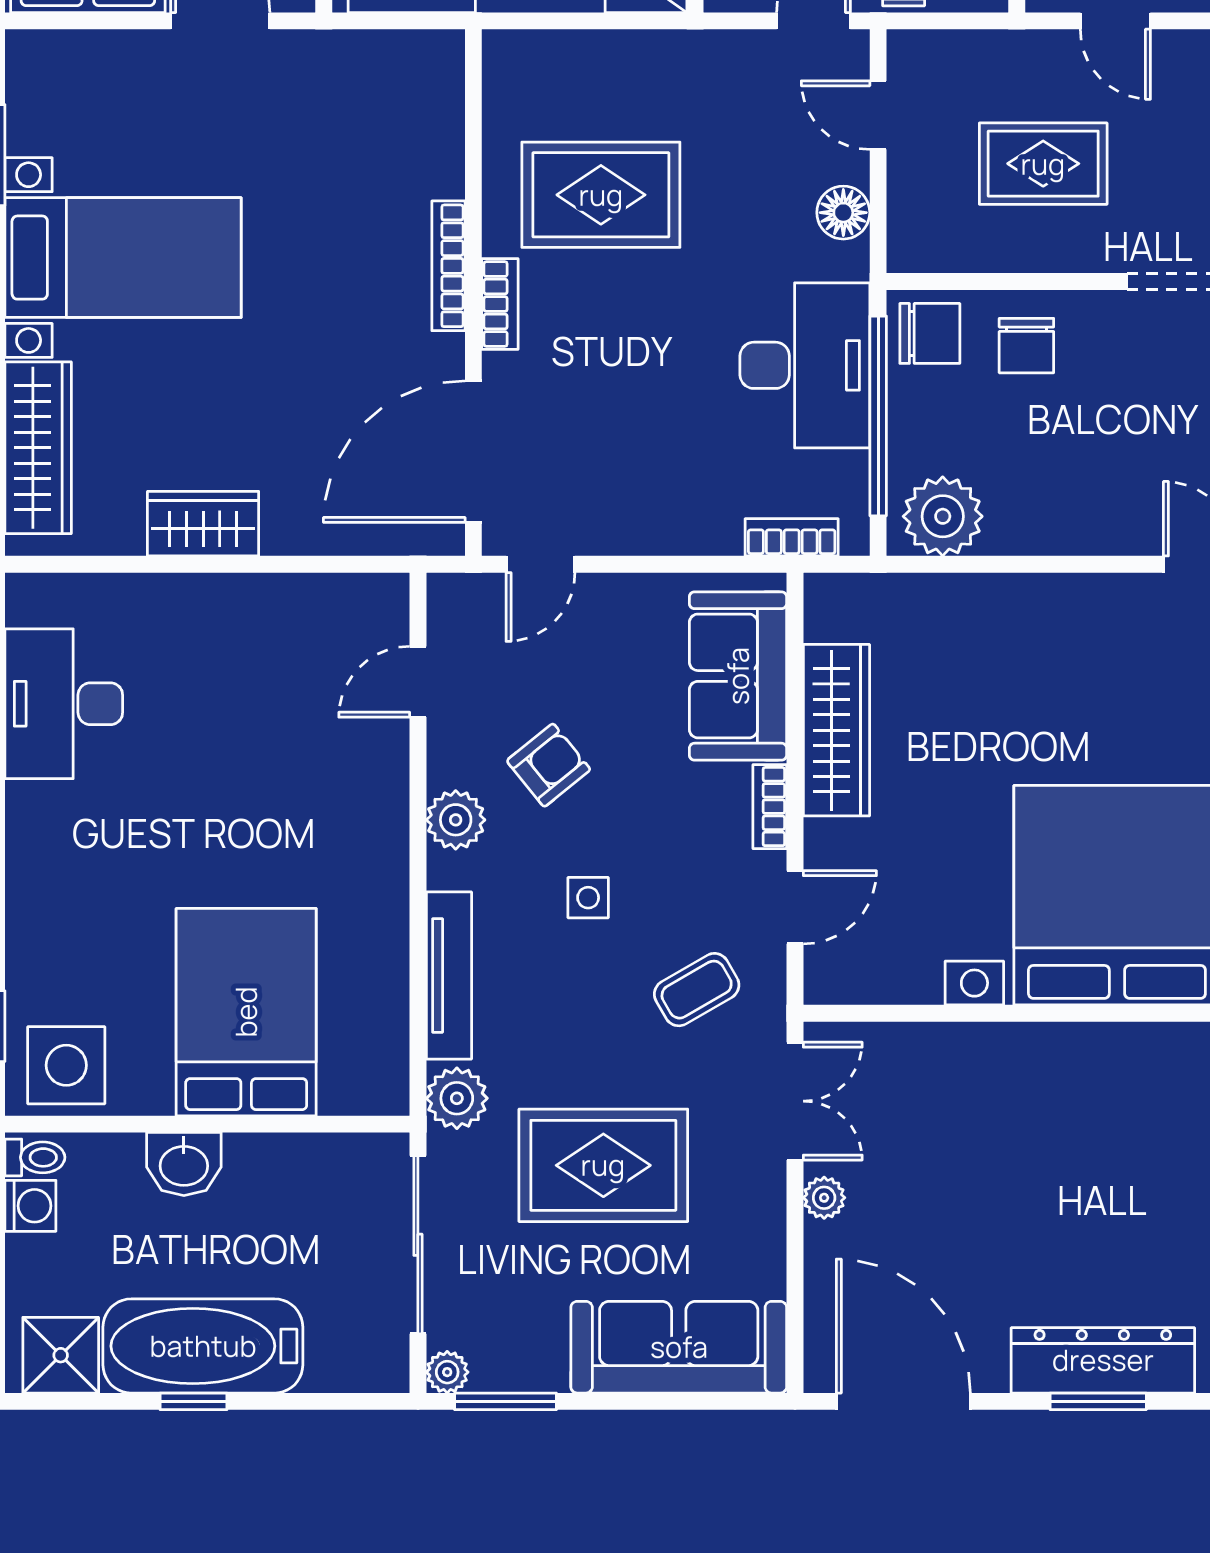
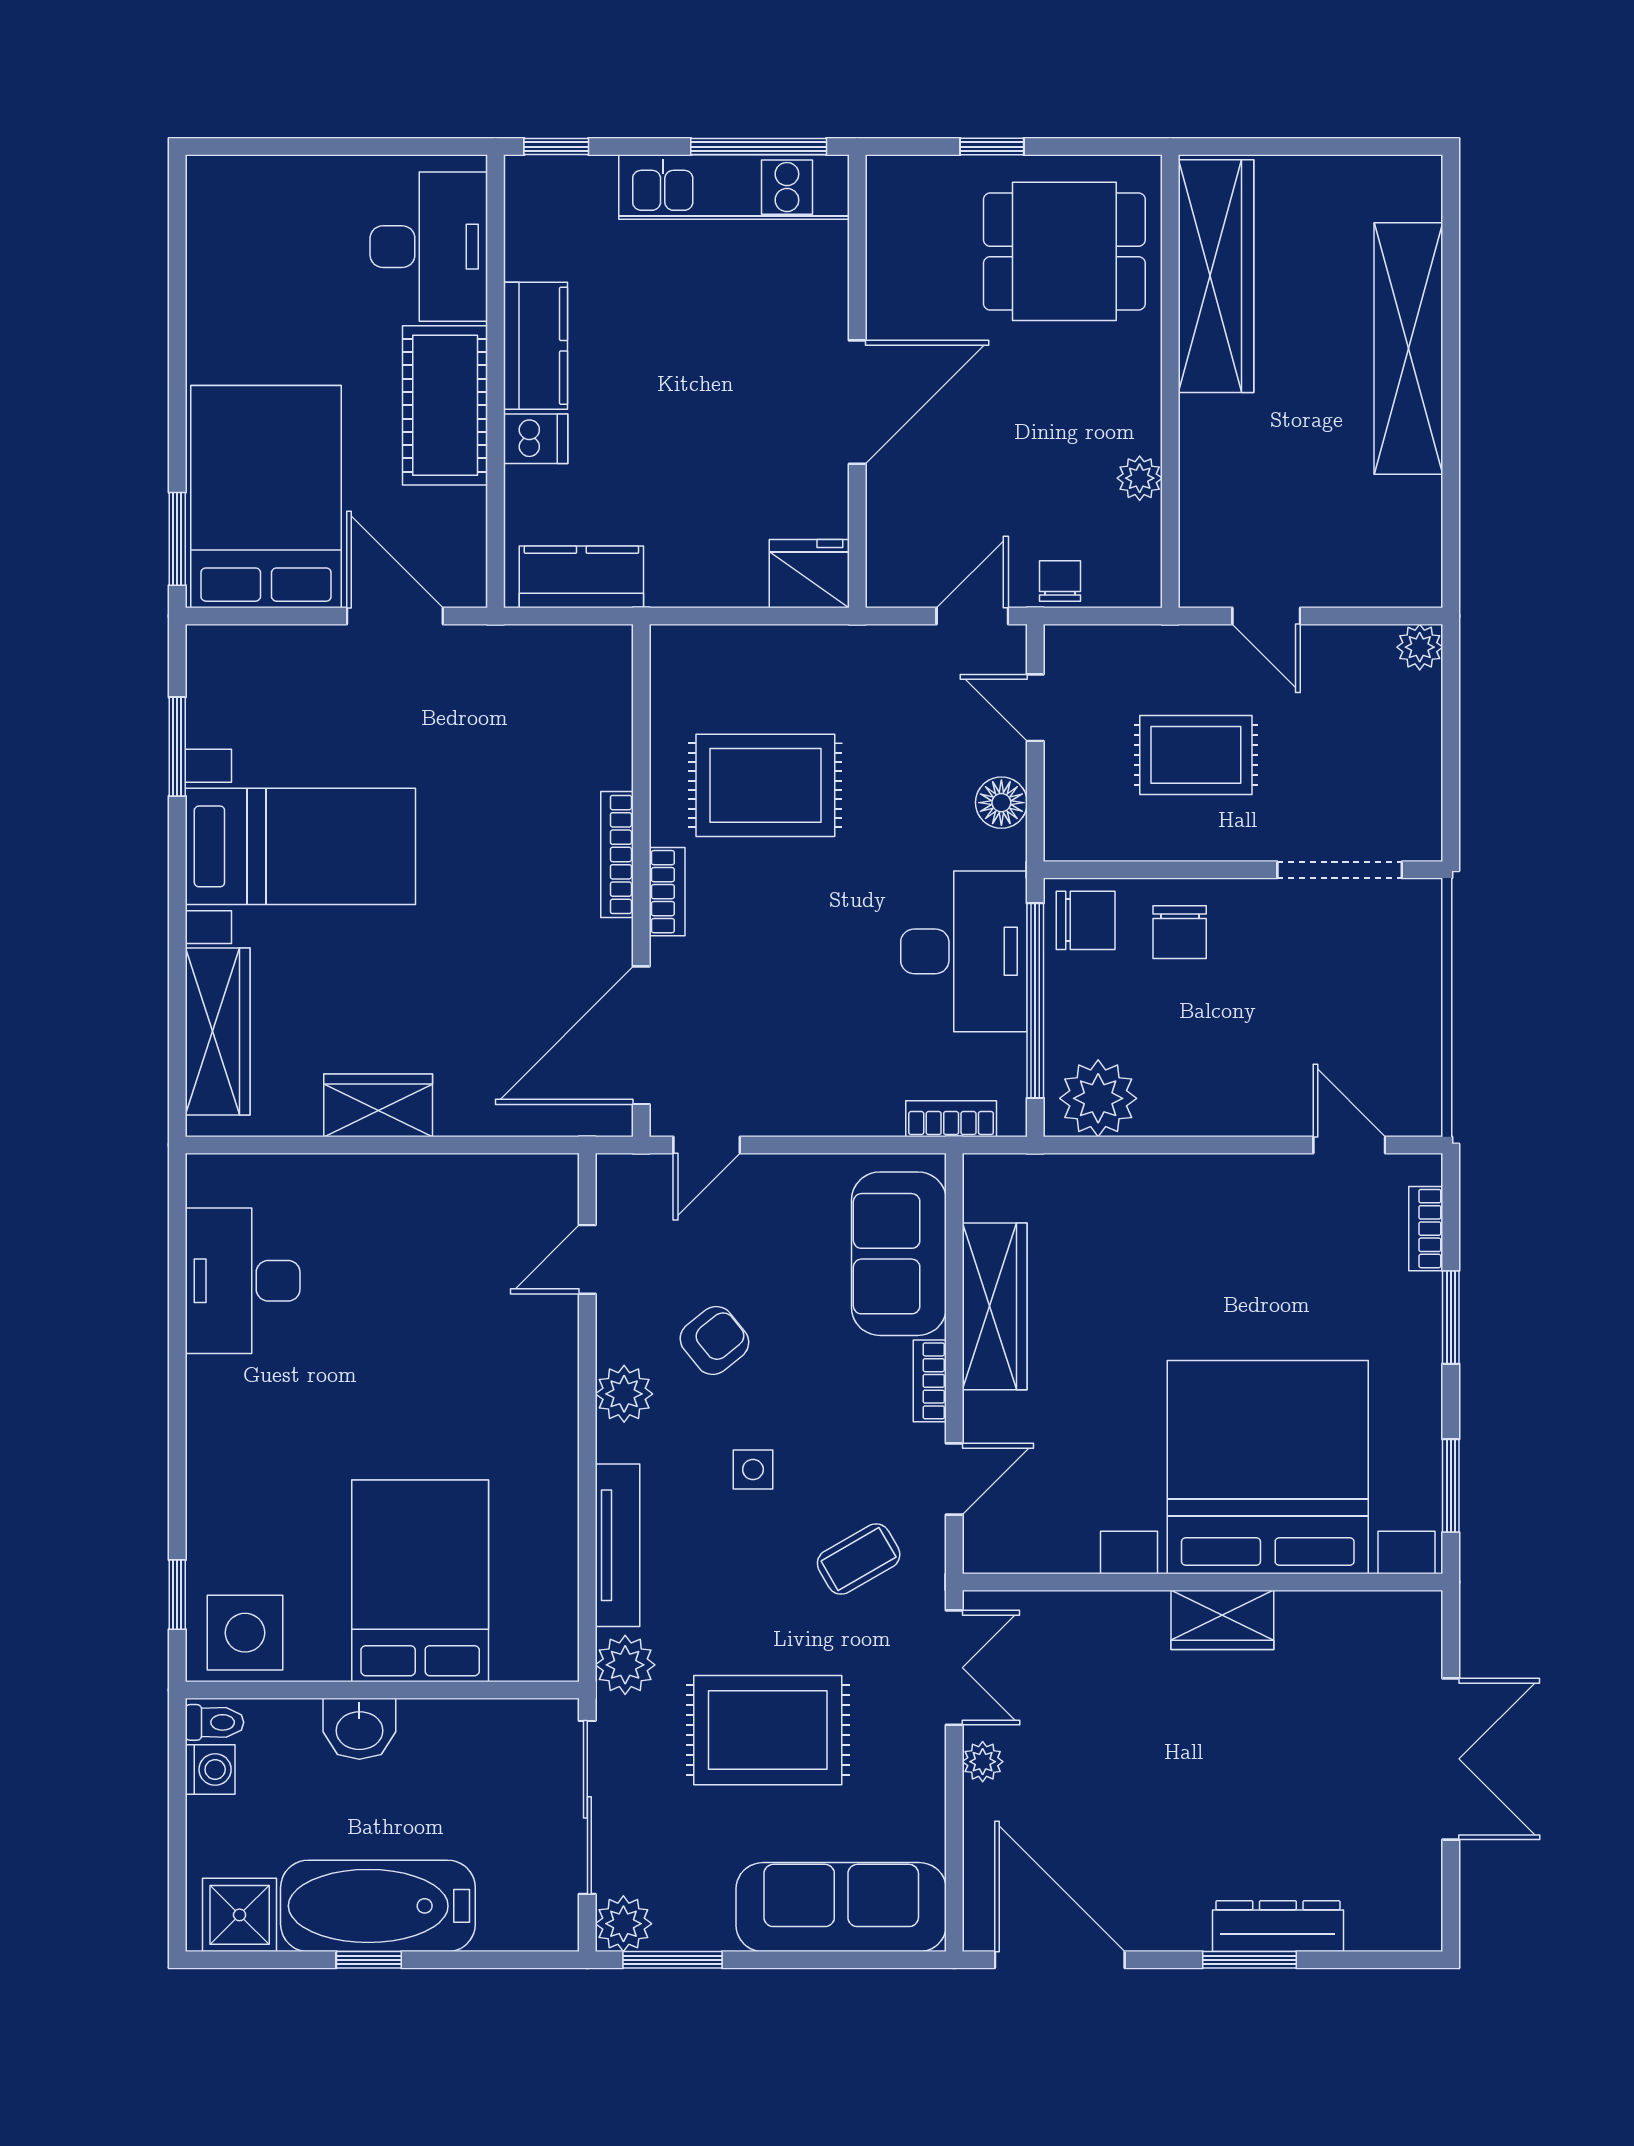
wardrobe: (1070, 1052) -> (1222, 1620), added
dresser: (1103, 1360) -> (1278, 1926), width x0.73, depth x0.80
plant: (447, 1372) -> (623, 1924), width x1.38, depth x1.38

